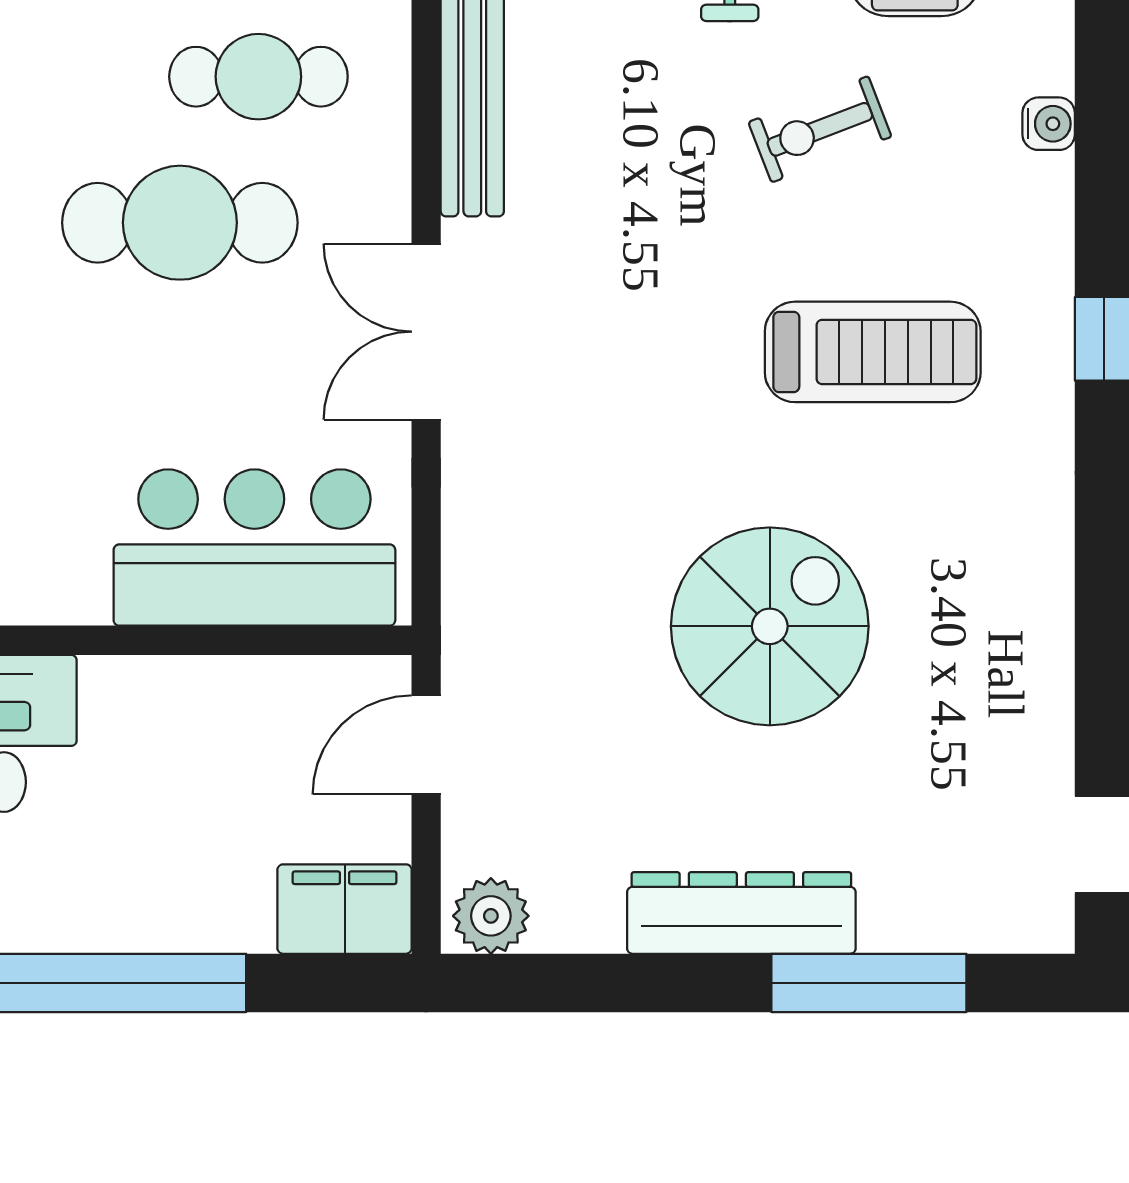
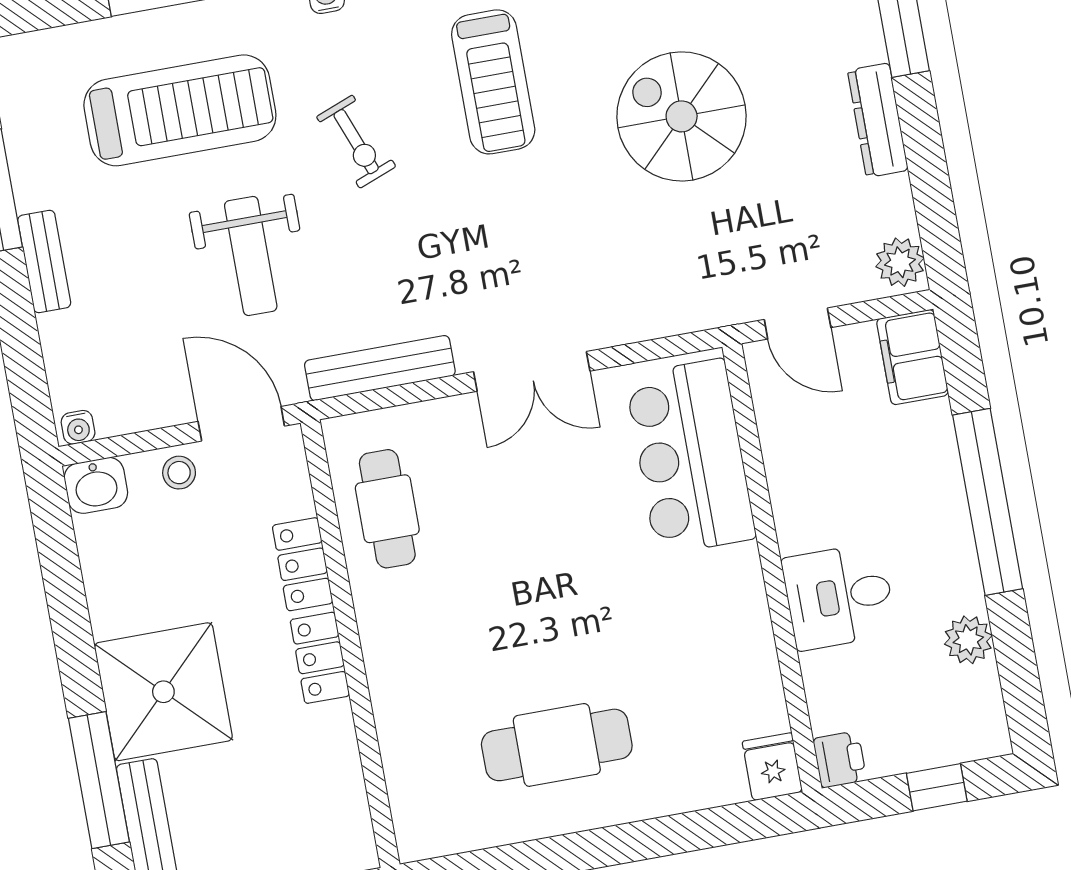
cafe table: (180, 223) -> (490, 542), removed
treadmill: (873, 352) -> (493, 82), turned 180
dresser: (741, 913) -> (878, 120), width x0.73, depth x0.80

